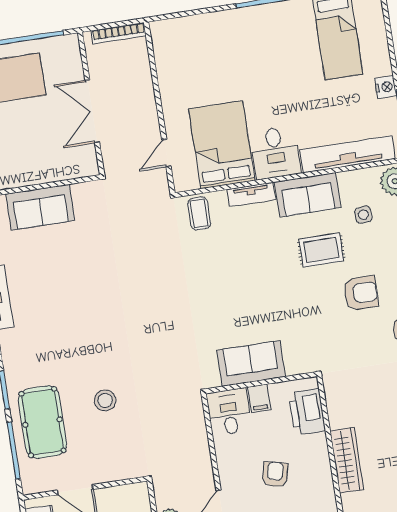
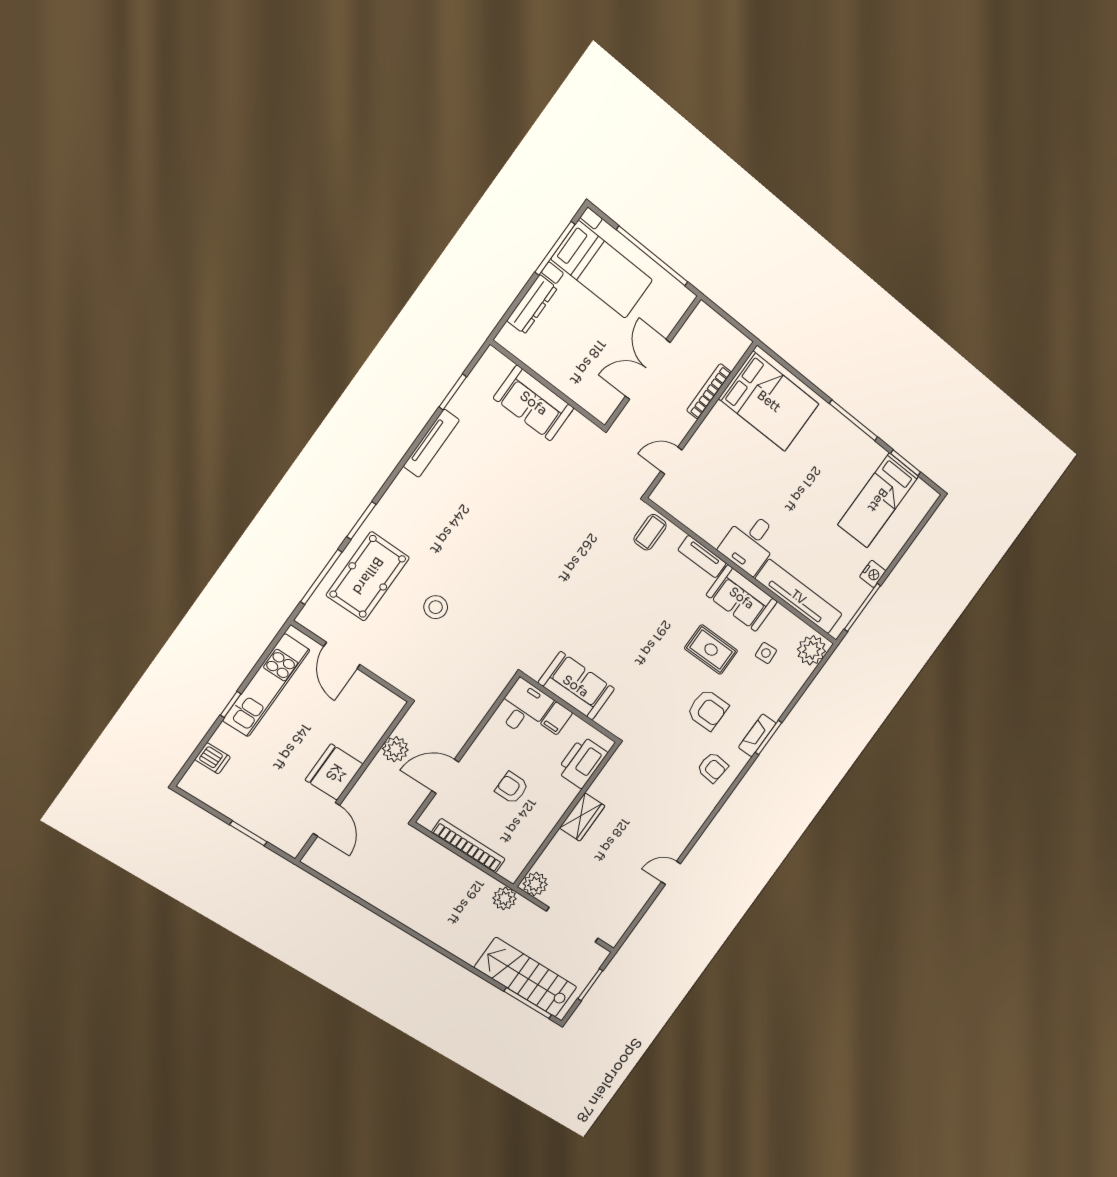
bookcase: (119, 33) -> (709, 391), moved, turned 90
bed: (222, 145) -> (769, 401), moved, turned 90
wardrobe: (347, 460) -> (582, 817), width x0.67
armchair: (275, 474) -> (512, 788), turned -104

